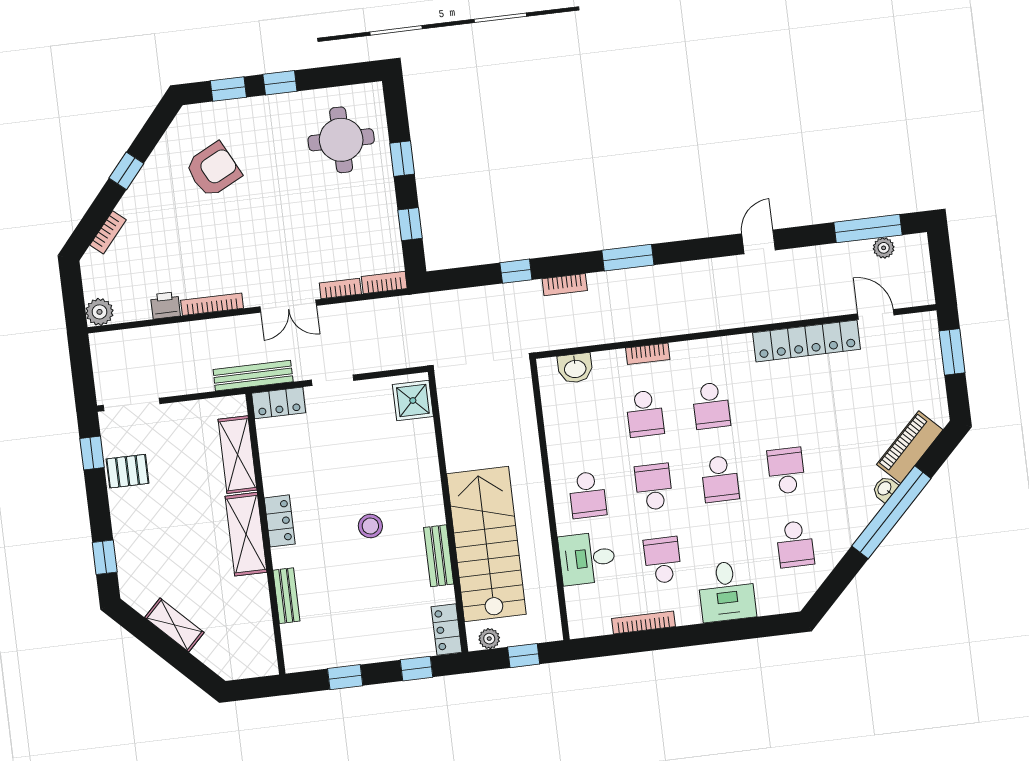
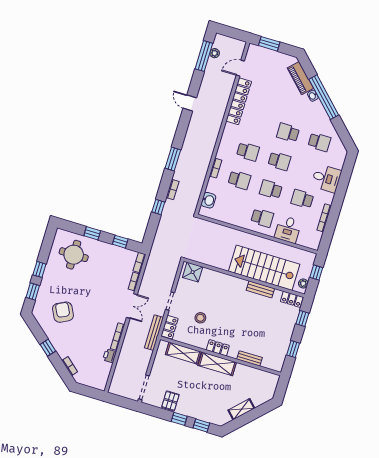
plant: (99, 312) -> (101, 384), removed
window: (92, 453) -> (179, 419), moved
stool: (370, 526) -> (200, 318), moved

